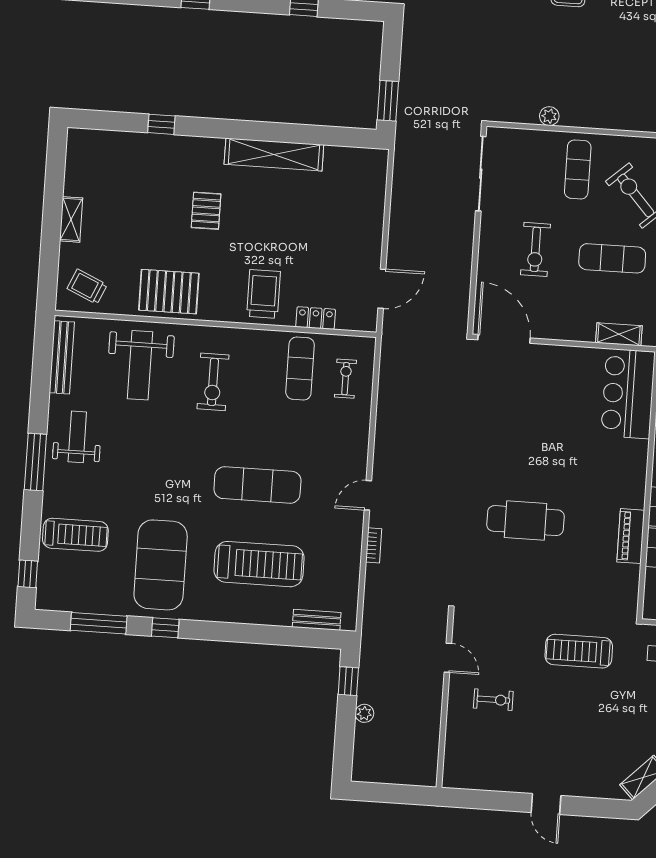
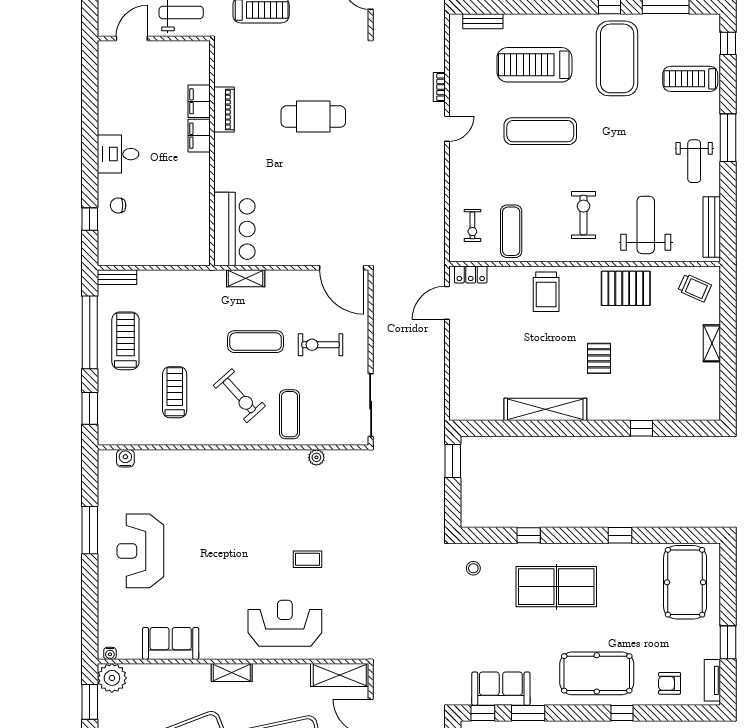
exercise bike: (535, 249) -> (320, 345), turned -90
locker: (316, 318) -> (471, 274), moved

